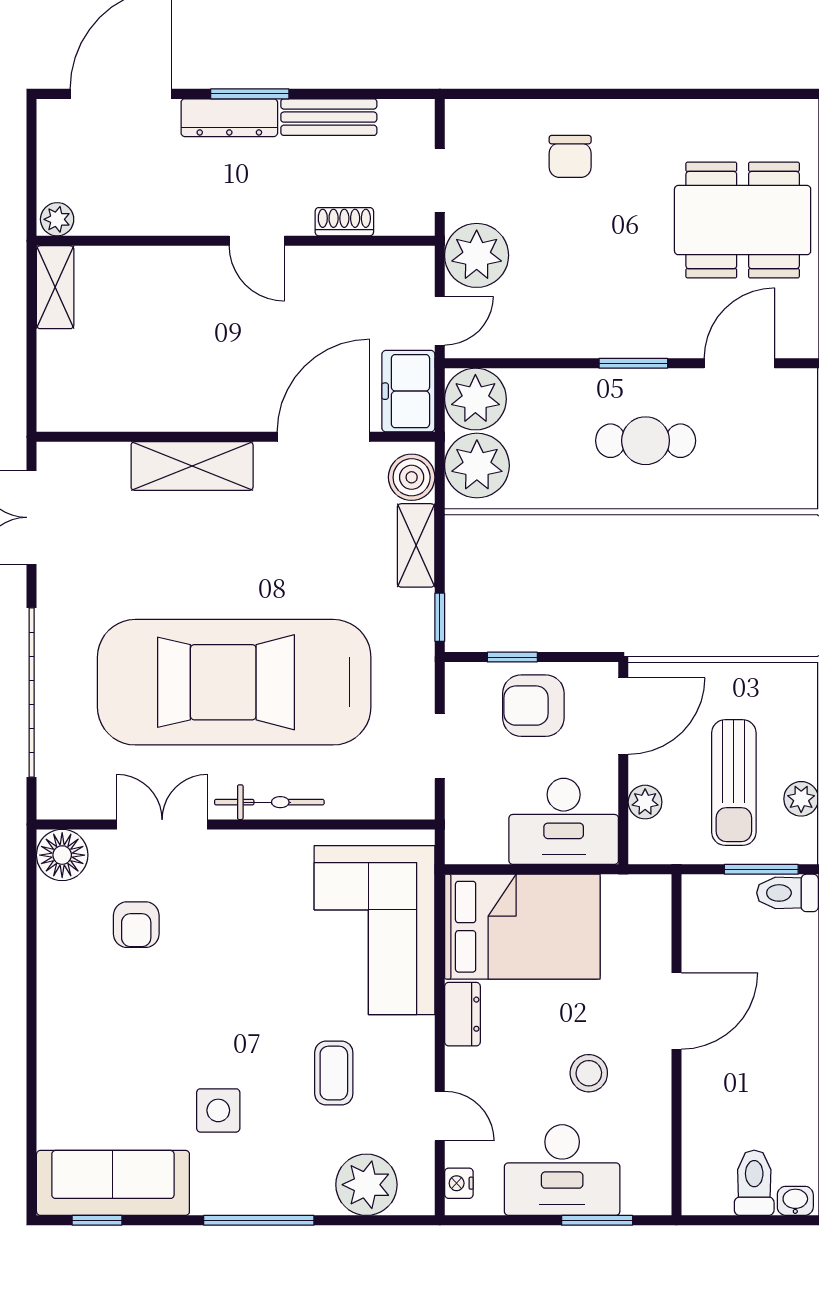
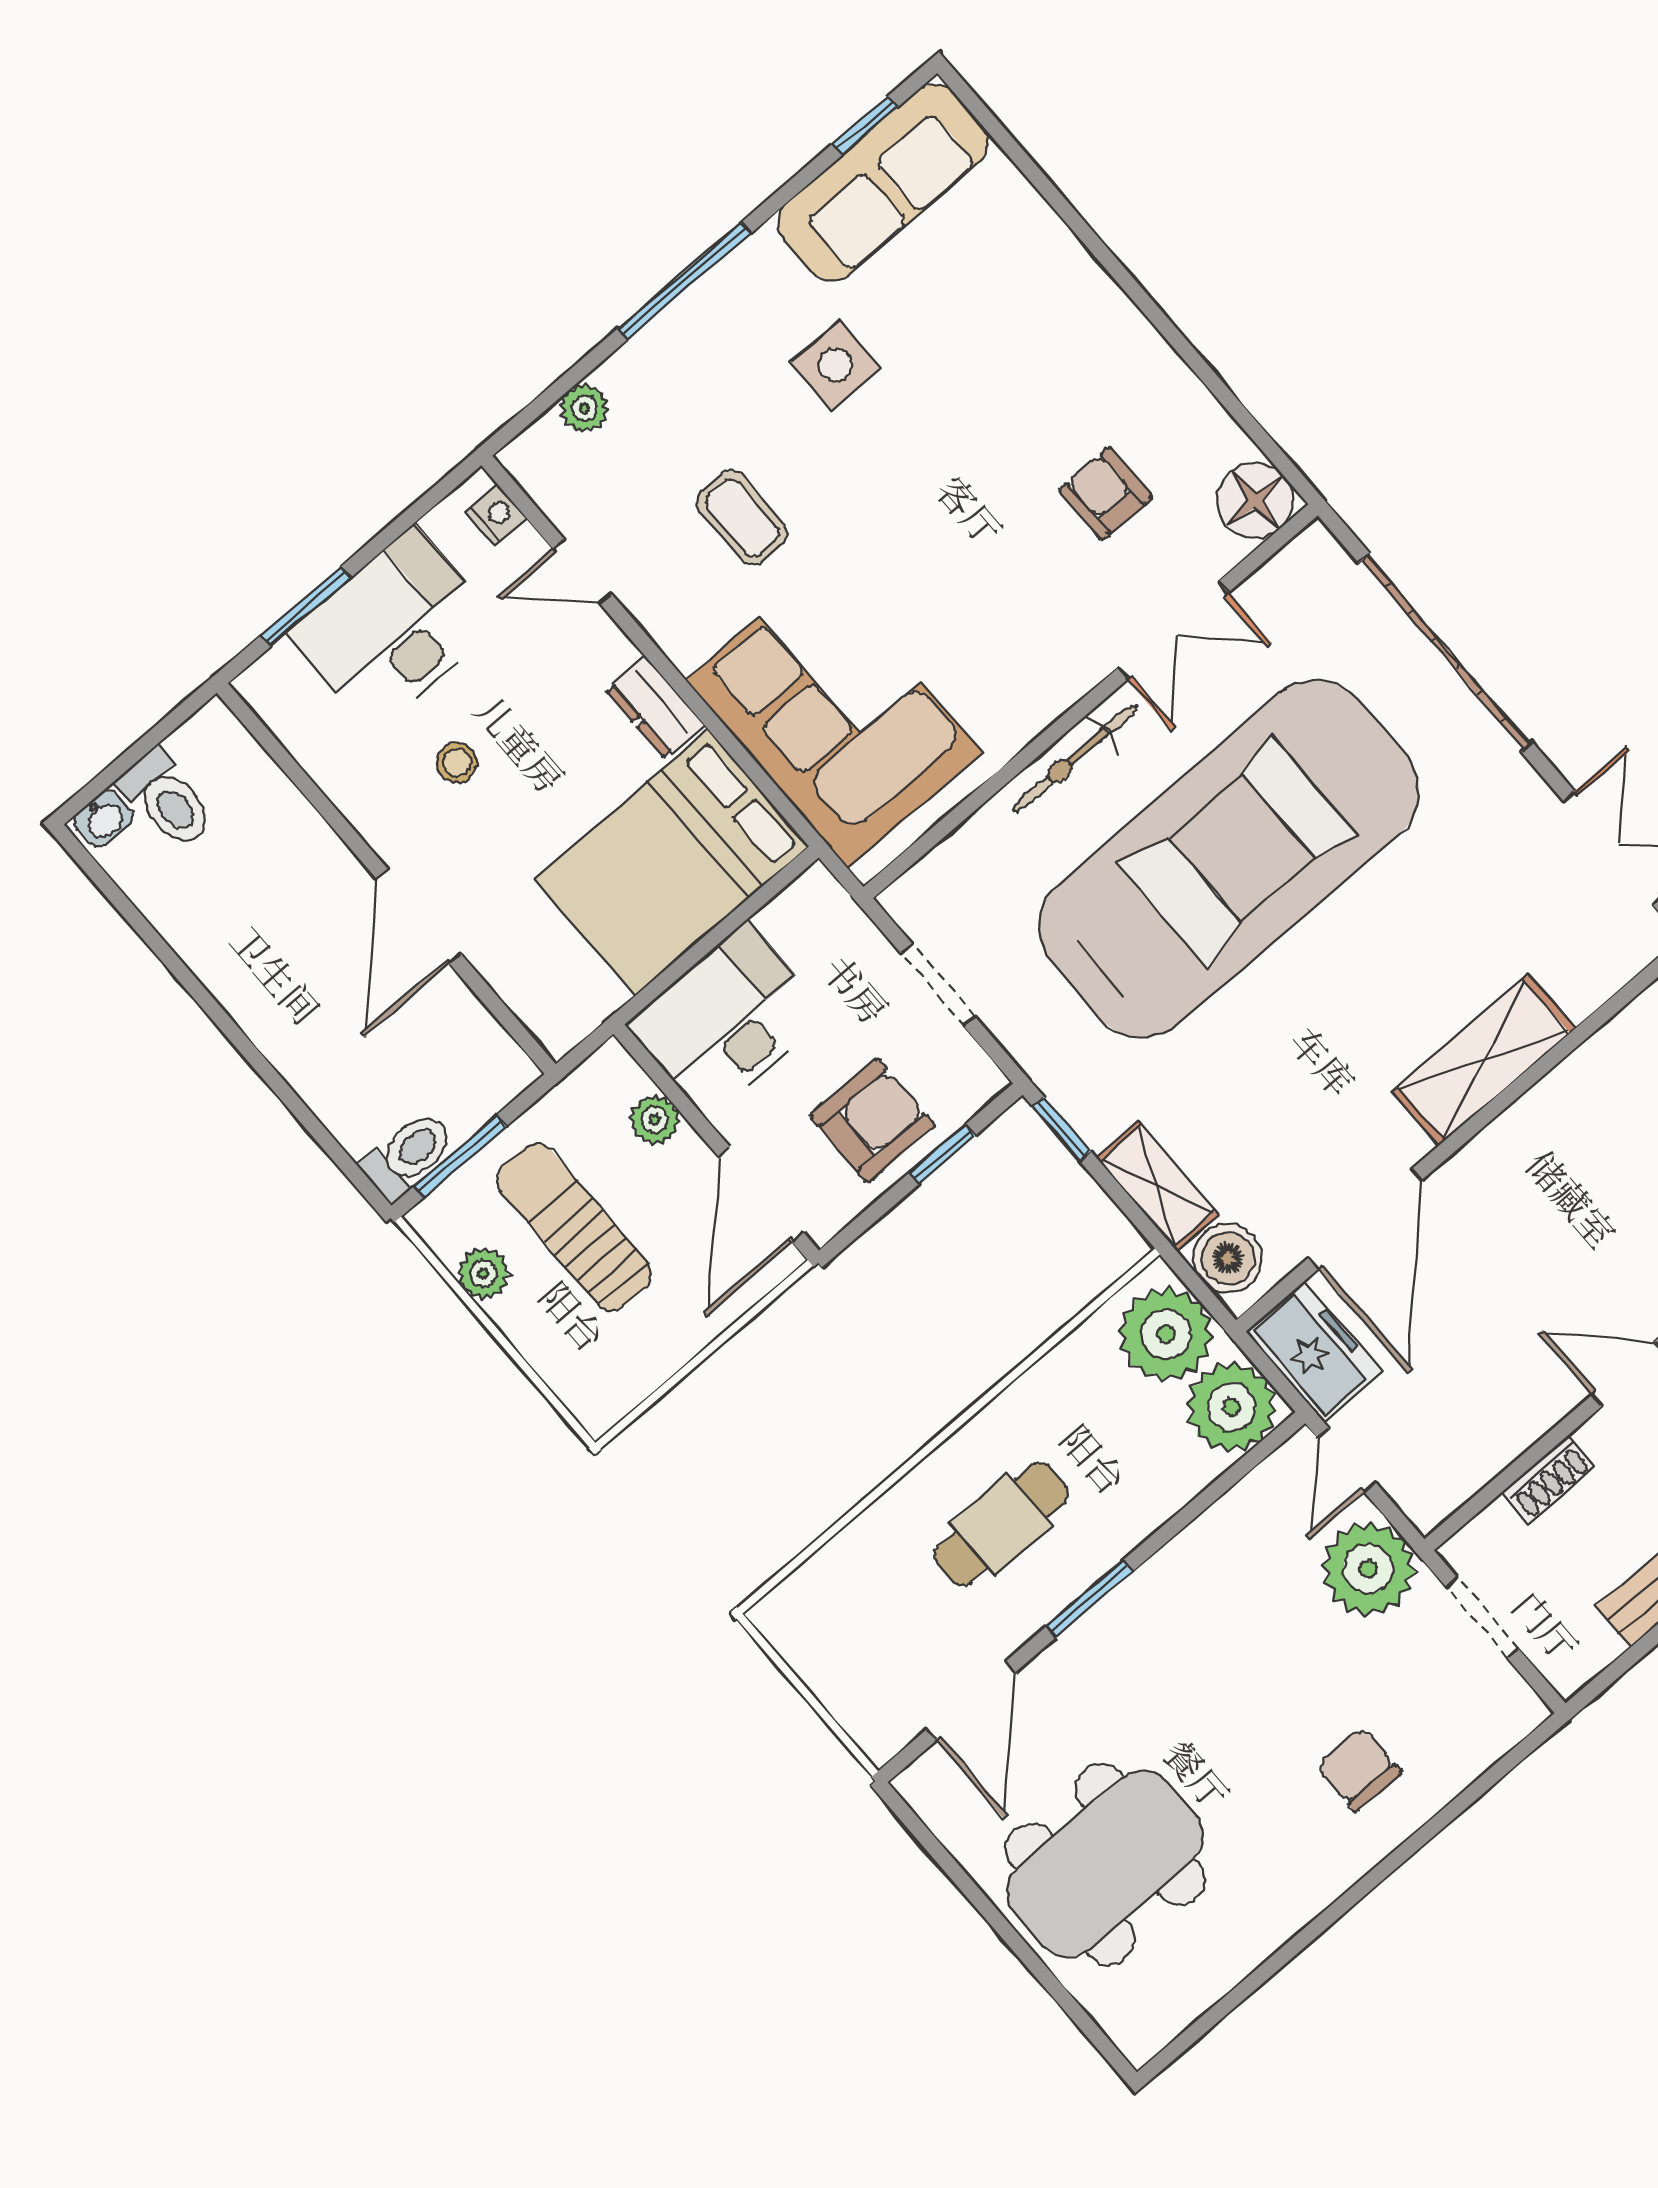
stool: (589, 1073) -> (457, 763), width x0.73, depth x0.73
plant: (366, 1185) -> (584, 408), width x0.53, depth x0.53

